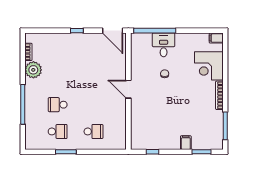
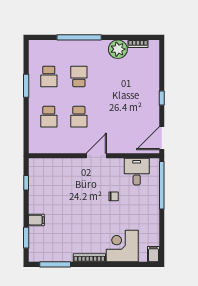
desk: (164, 45) -> (137, 172), moved, turned -90
school desk: (94, 105) -> (79, 117), added

